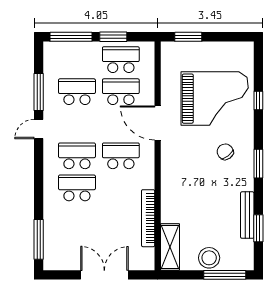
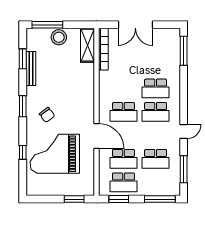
window: (113, 37) -> (119, 199), moved
window: (39, 92) -> (184, 169), moved
bookcase: (148, 218) -> (103, 49), moved

